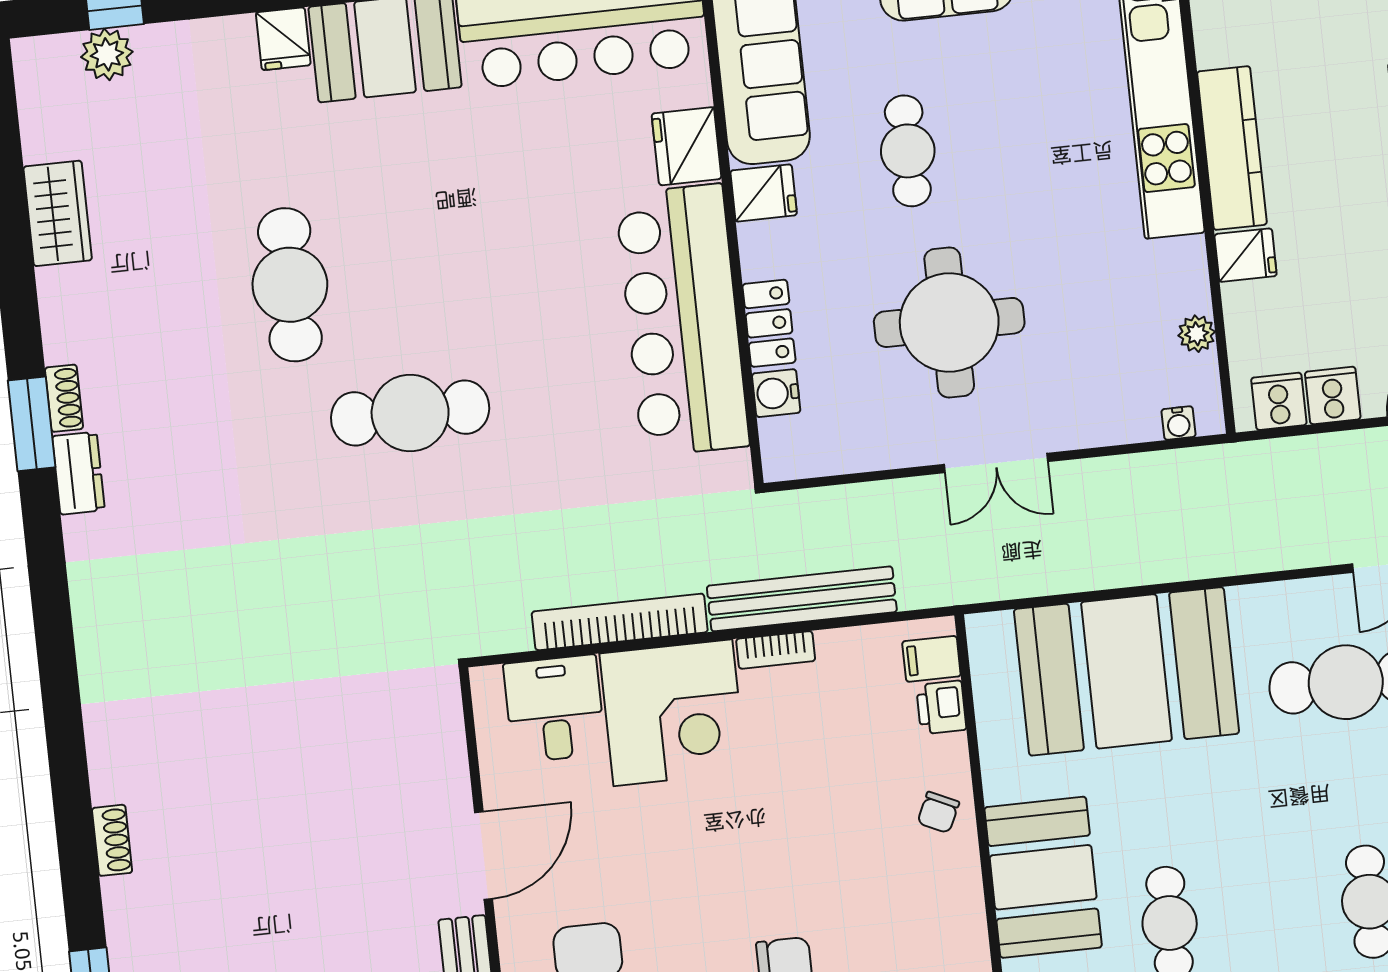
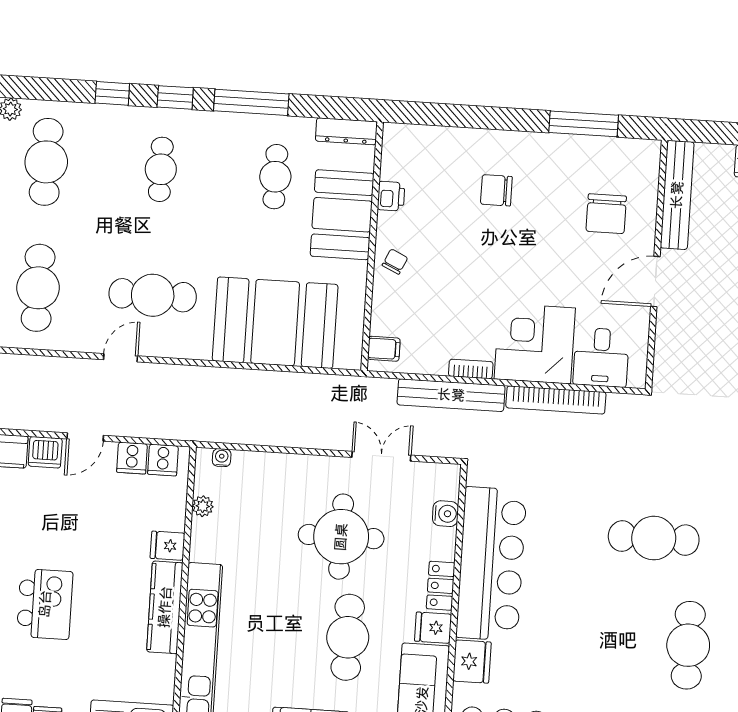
cafe table: (908, 151) -> (348, 637), width x1.37, depth x1.35
cafe table: (290, 285) -> (688, 645), moved
locker: (769, 323) -> (441, 586), moved
double door: (996, 463) -> (381, 456), moved
printer: (941, 707) -> (391, 196), moved

